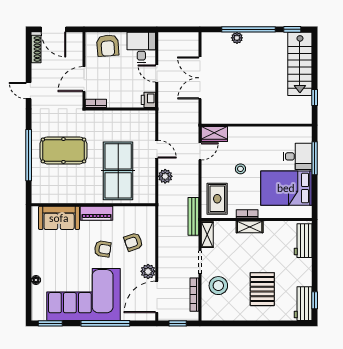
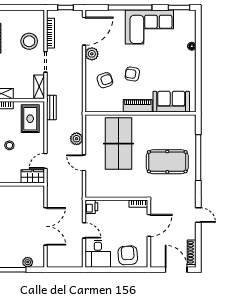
plant: (237, 38) -> (28, 262), moved
bench: (193, 216) -> (51, 107), width x0.73
corner sofa: (83, 295) -> (149, 27), width x0.73, depth x0.74

